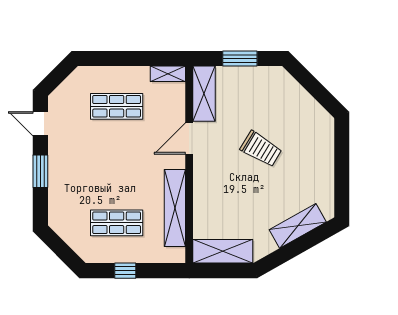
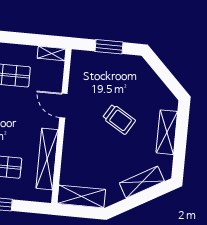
shelving: (204, 94) -> (167, 132), moved
door: (189, 138) -> (63, 106), hinge flipped

